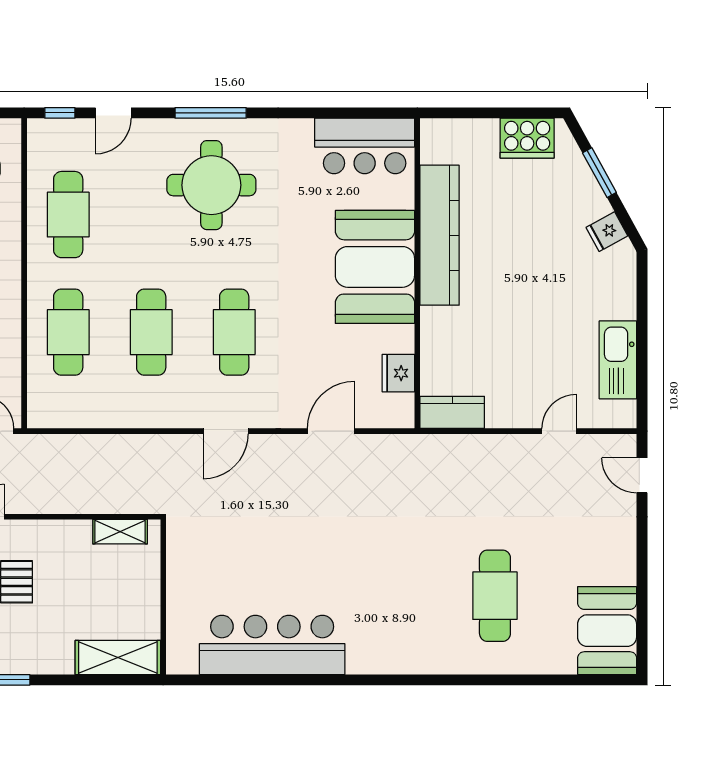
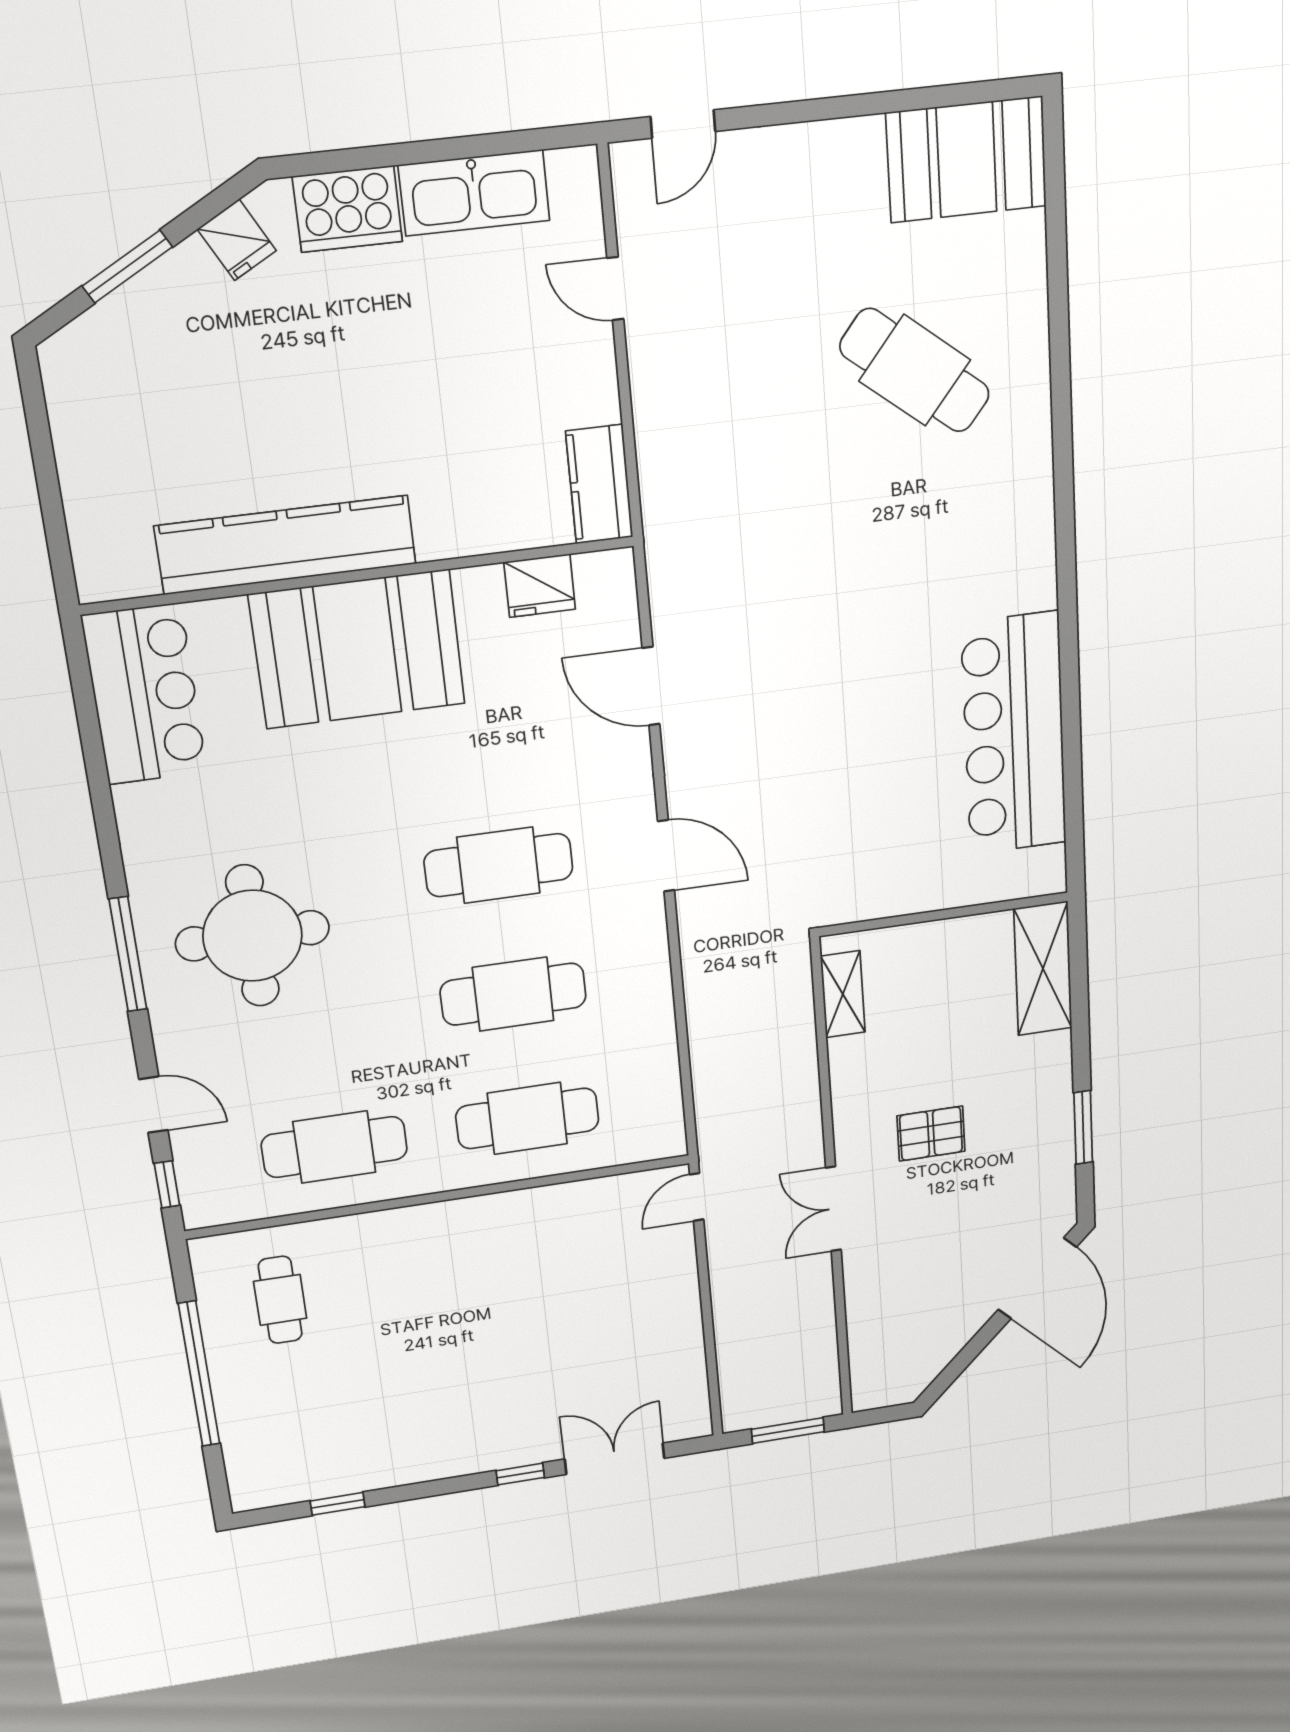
cooker: (527, 138) -> (347, 209), moved, turned 90
cafe table: (495, 596) -> (915, 370), turned 39

